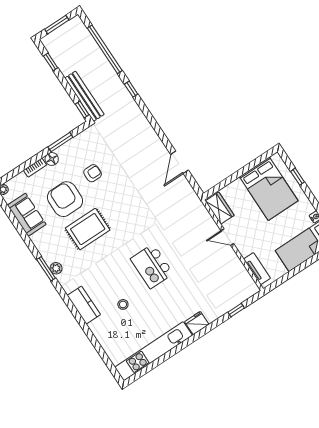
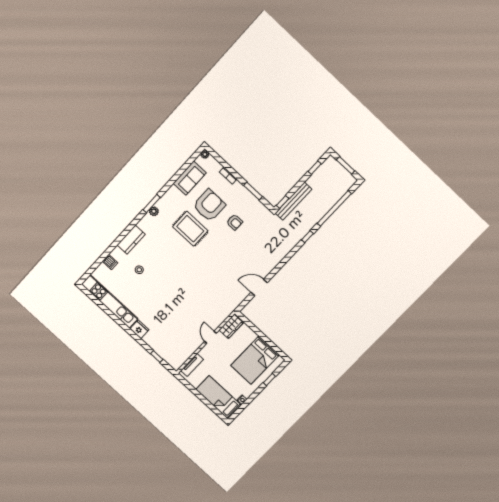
floor lamp: (52, 159) -> (238, 187), removed
kitchen island: (152, 266) -> (174, 285), removed
dishwasher: (105, 338) -> (110, 262), added

